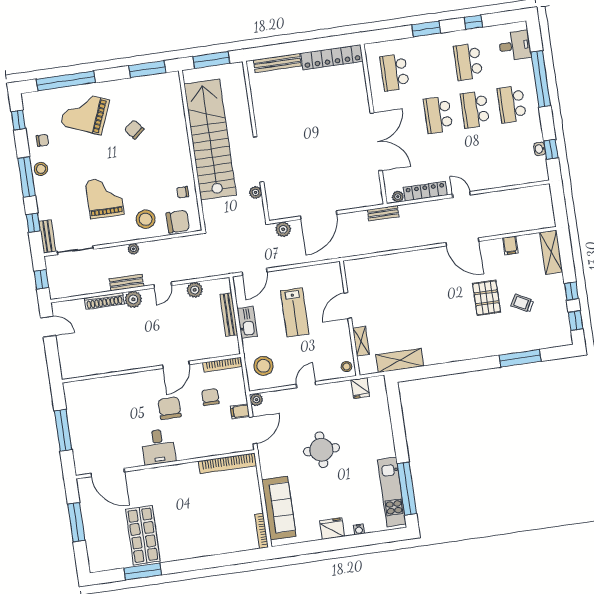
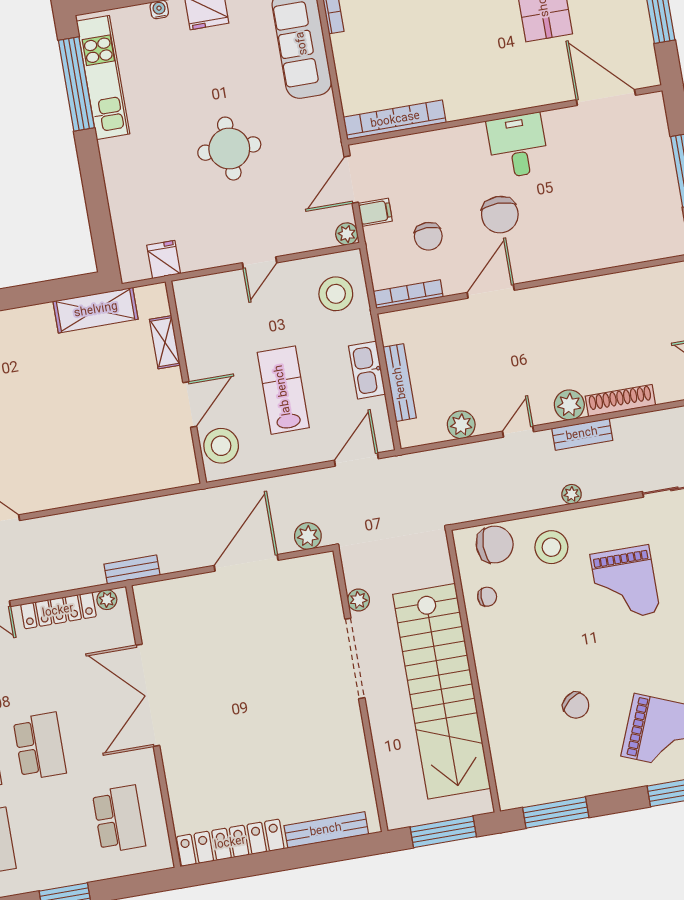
chair: (178, 222) -> (495, 545), turned 180
stool: (346, 367) -> (221, 446), moved, width x1.89, depth x1.89

